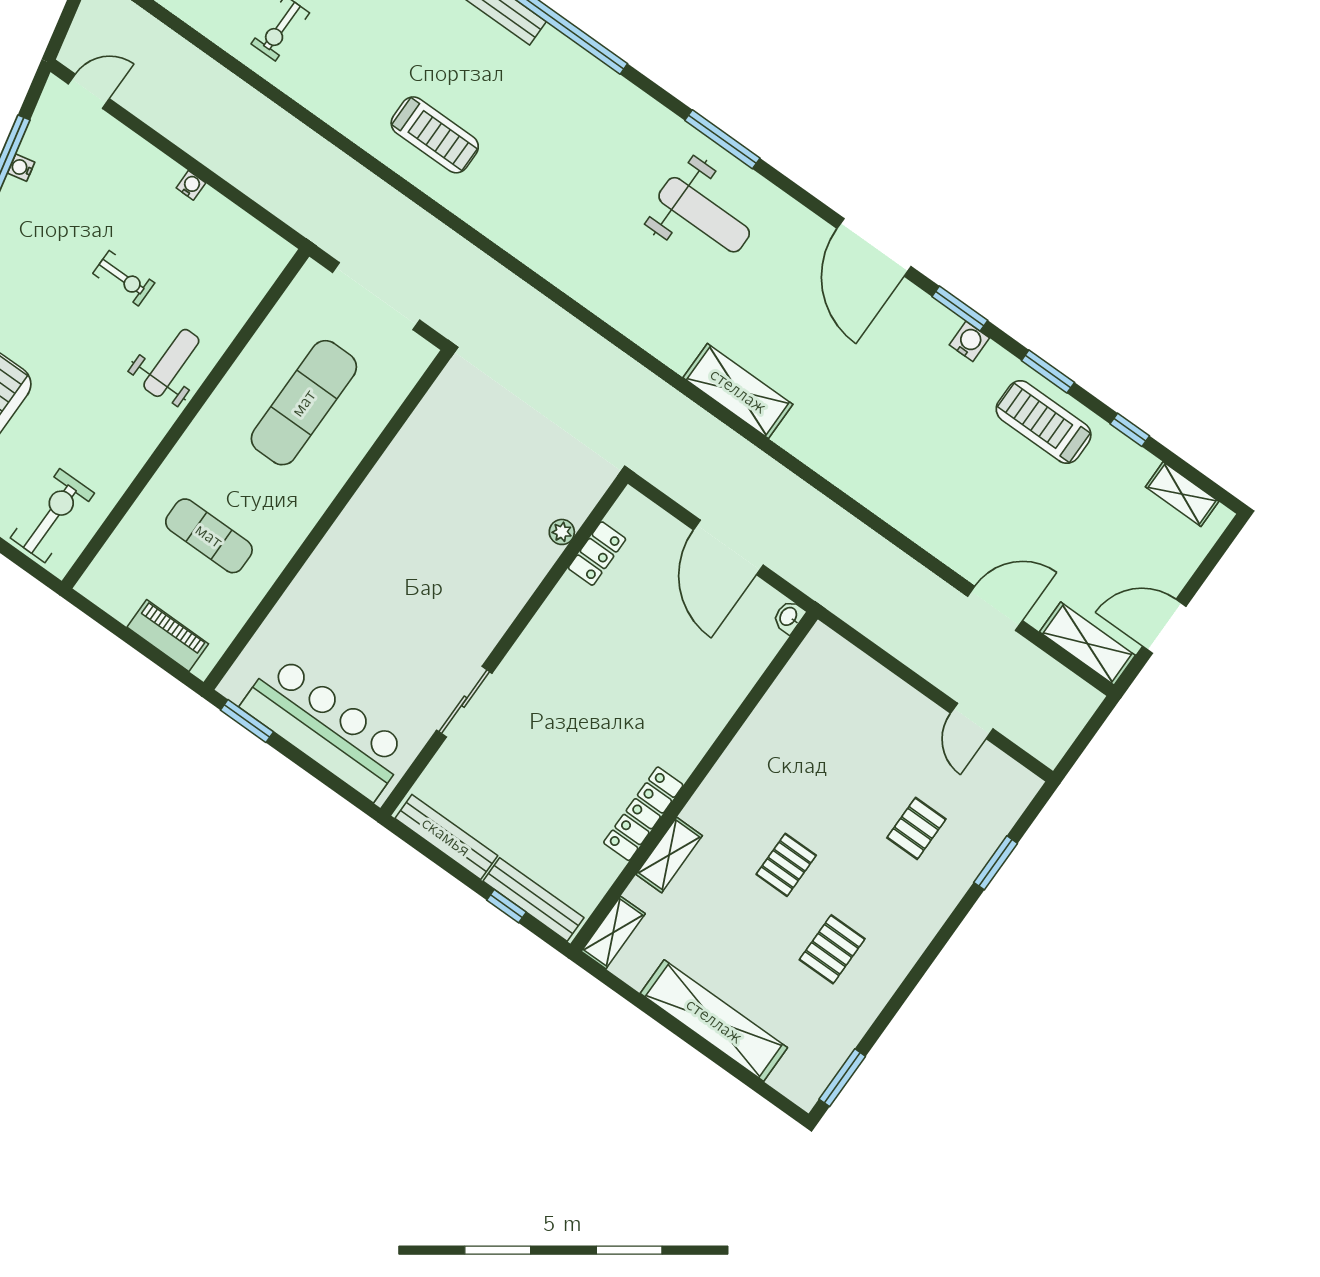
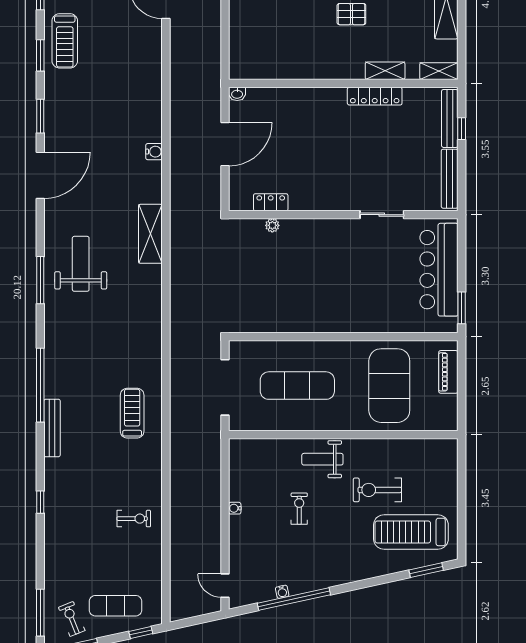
water cooler: (969, 341) -> (154, 152), moved, turned 180
shelving: (738, 391) -> (150, 234), moved
exercise bike: (52, 516) -> (377, 490), moved
exercise mat: (209, 536) -> (389, 386), width x2.00, depth x1.45

